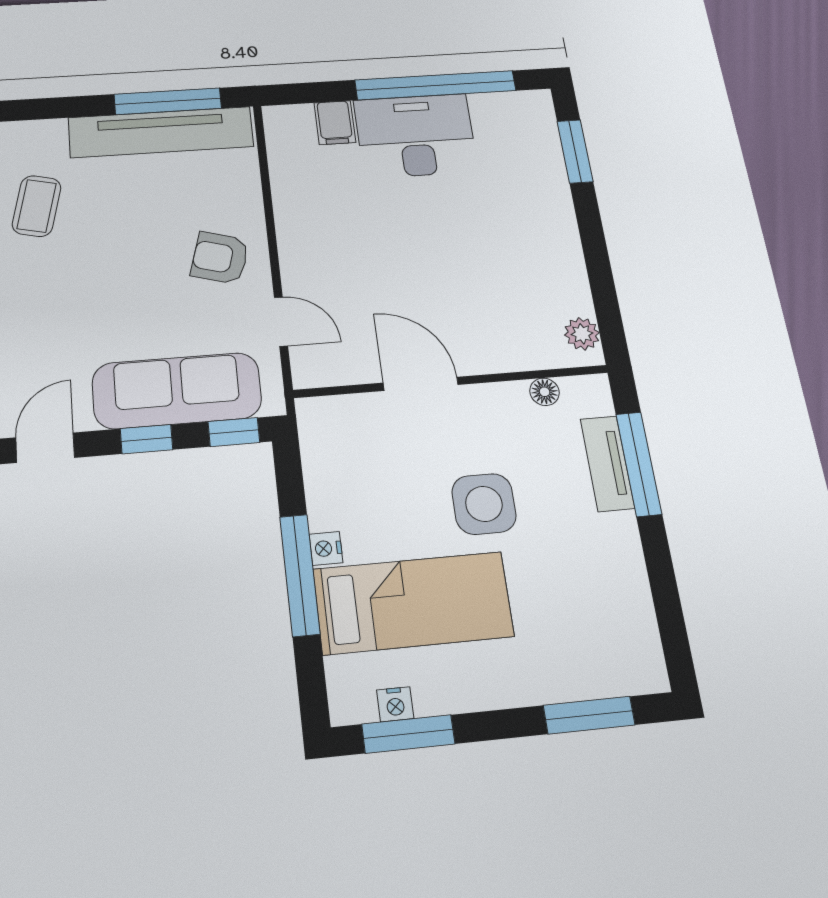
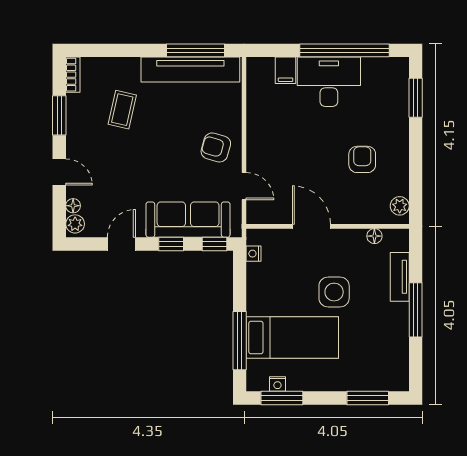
armchair: (498, 259) -> (362, 159), added
window: (639, 464) -> (416, 310), moved
nightstand: (326, 548) -> (254, 254), moved
window: (300, 575) -> (240, 341), moved

